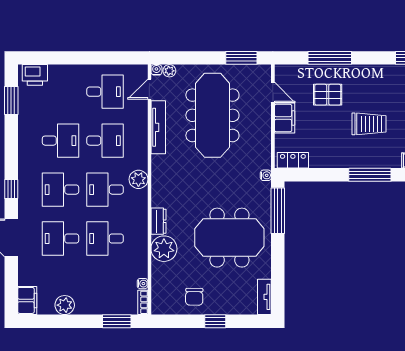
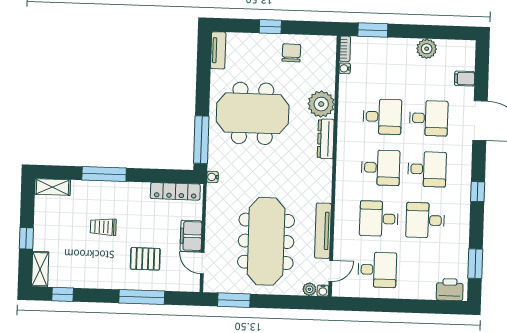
desk: (105, 92) -> (377, 270), turned 180
trolley: (369, 124) -> (103, 227), width x0.73, depth x0.72
locker: (293, 160) -> (175, 191), width x1.53
plant: (138, 179) -> (345, 177), removed
window: (11, 189) -> (478, 192), moved
dresser: (159, 221) -> (326, 139), width x1.44
filing cabinet: (27, 300) -> (465, 79), moved, width x0.50

